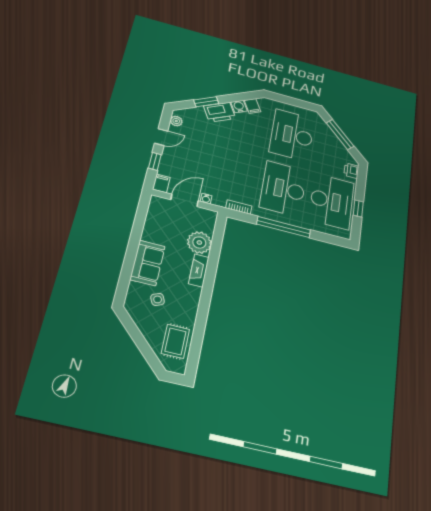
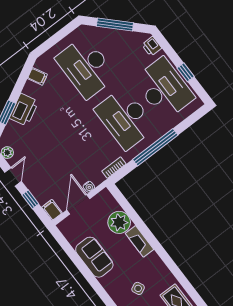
water cooler: (239, 107) -> (30, 89), removed
sofa: (148, 263) -> (94, 257), moved

